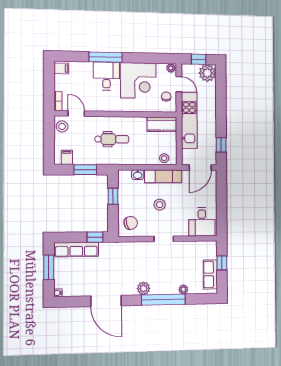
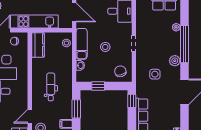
side table: (127, 265) -> (155, 74), added

